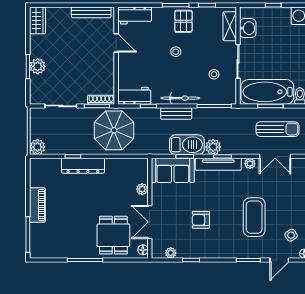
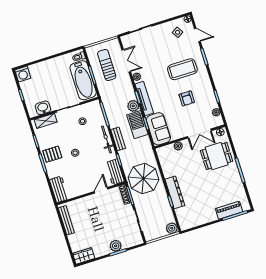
door: (116, 43) -> (101, 190), moved
piano: (37, 205) -> (229, 210), moved
coffee table: (254, 217) -> (182, 69), moved

